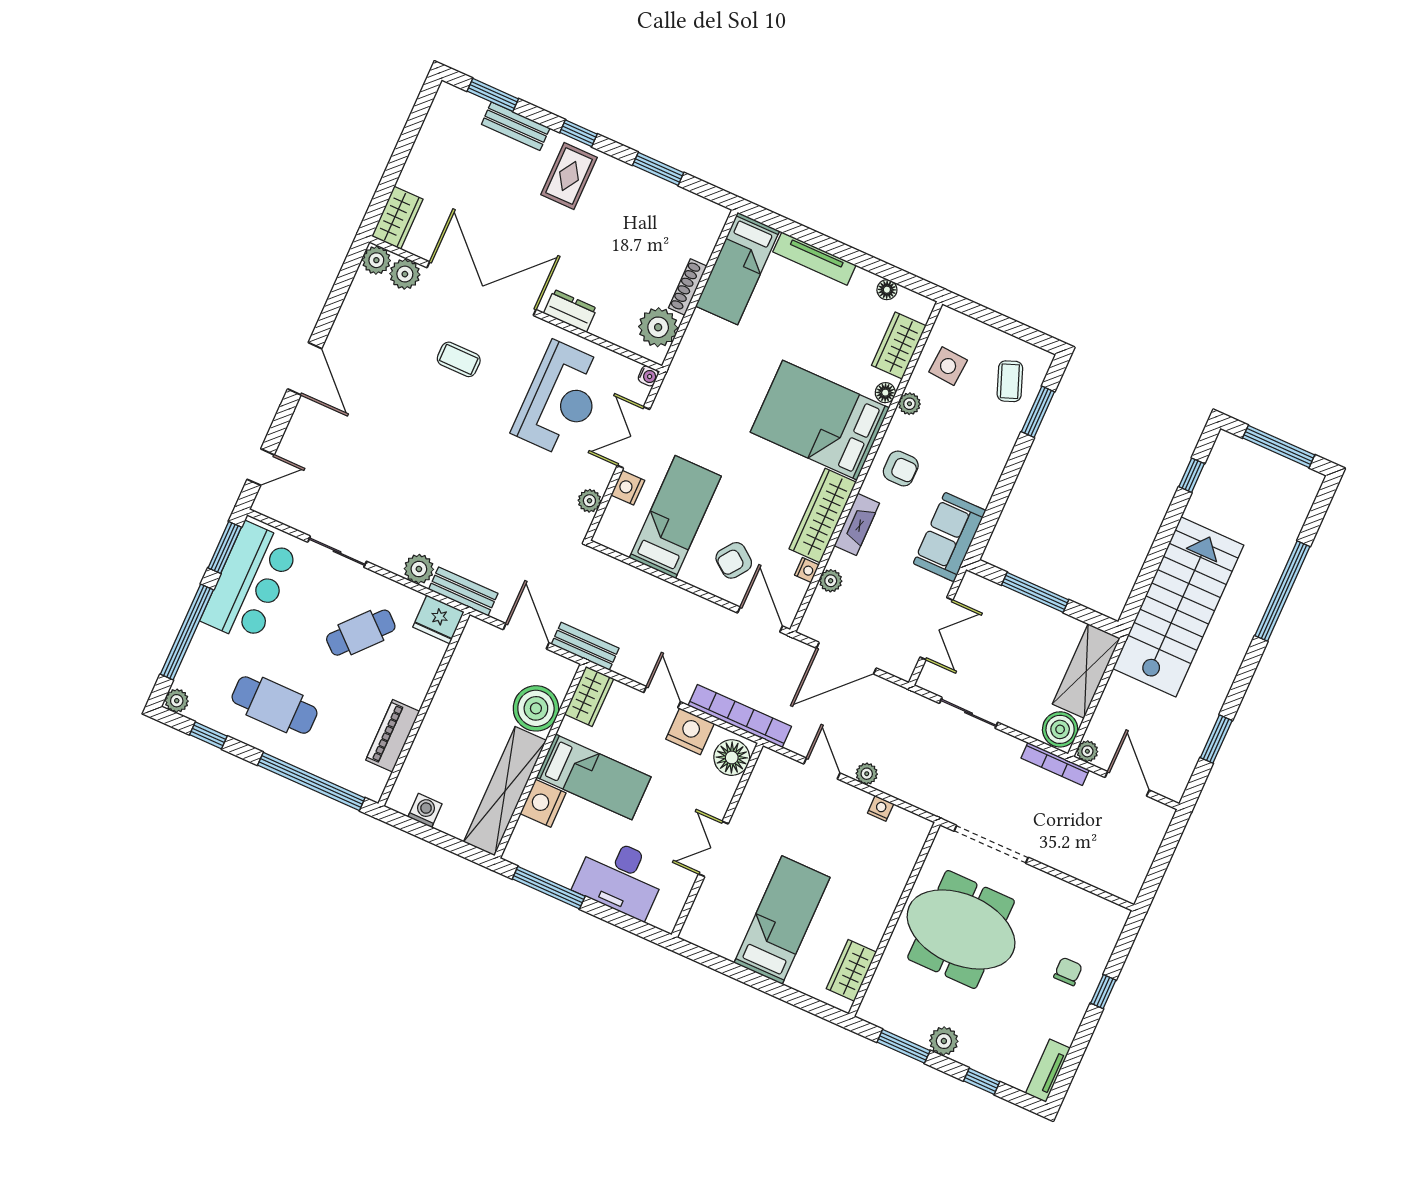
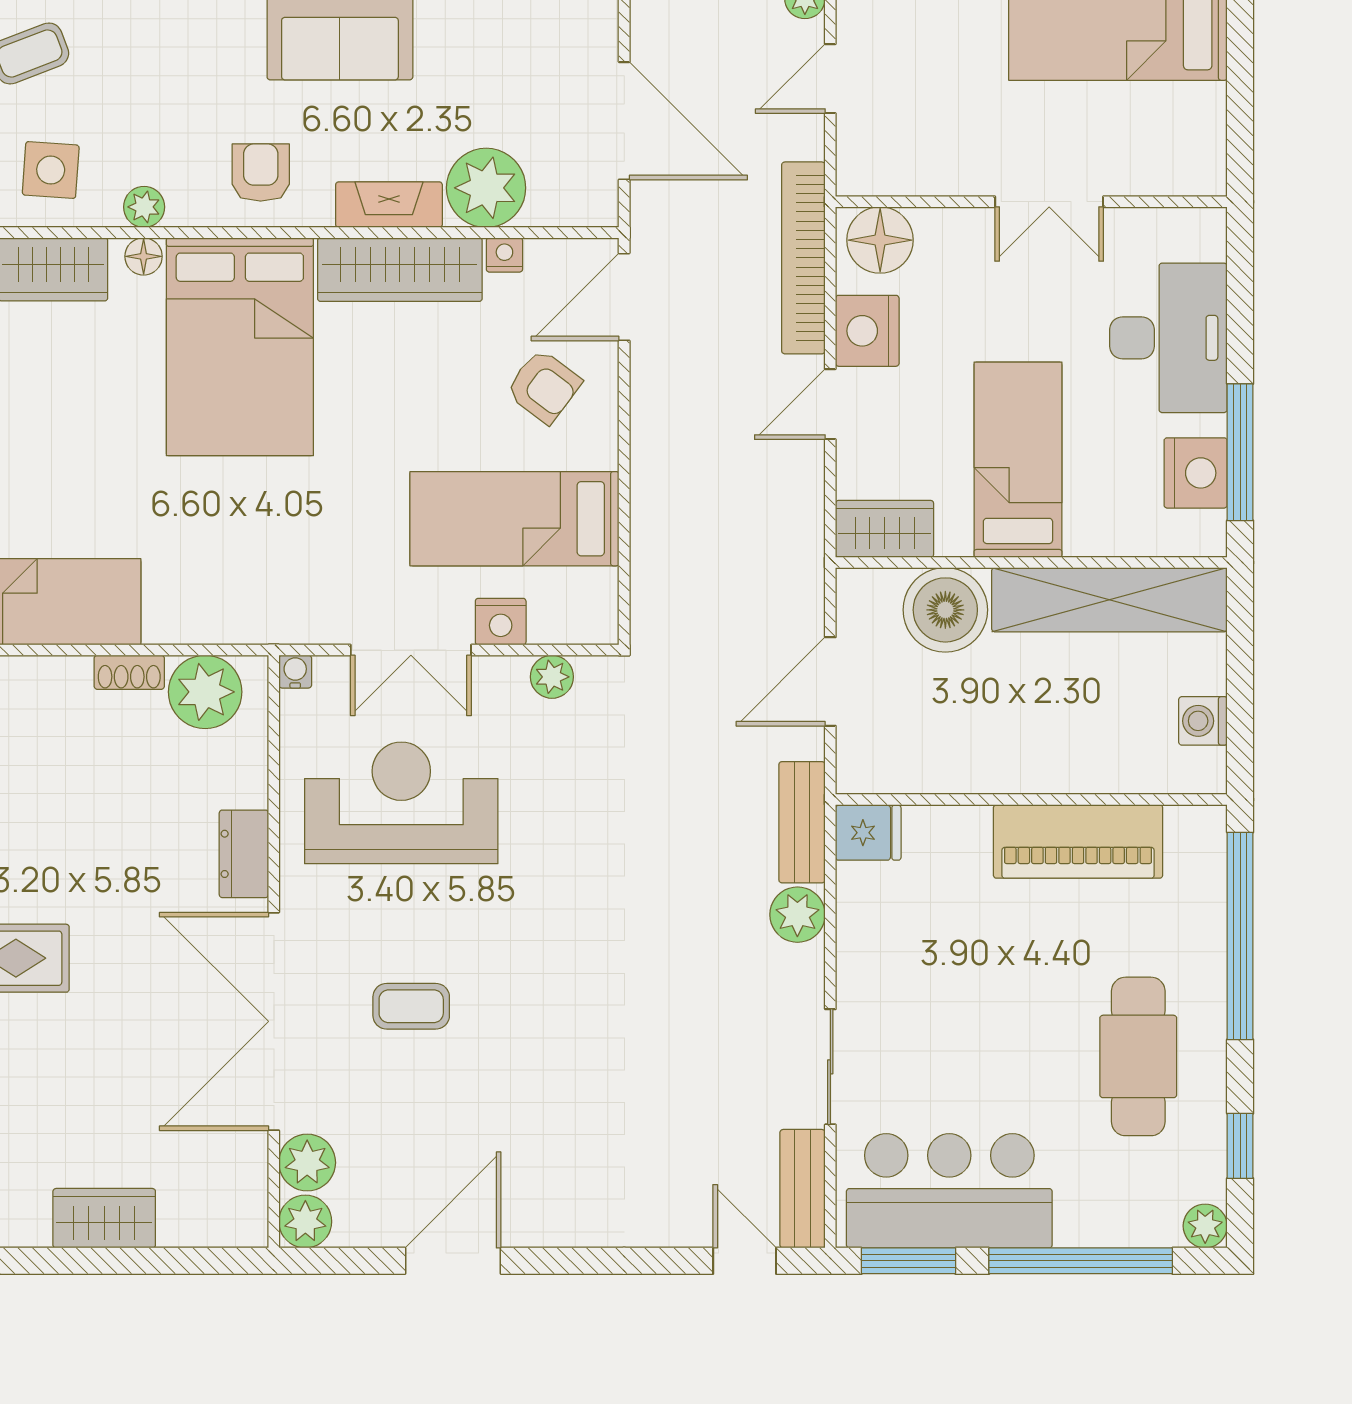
wardrobe: (397, 218) -> (104, 1218), moved
shoe rack: (688, 287) -> (129, 672), width x0.70
coffee table: (459, 359) -> (411, 1006), turned 90
door: (305, 369) -> (453, 1261), moved
plant: (831, 581) -> (486, 188), width x1.87, depth x1.87
fridge: (438, 619) -> (868, 833), width x0.72
cafe table: (361, 633) -> (950, 965), removed
bench: (585, 646) -> (803, 1189), moved
piano: (393, 736) -> (1078, 841), width x1.37, depth x1.33
nightstand: (543, 803) -> (1196, 473), moved, turned -90

